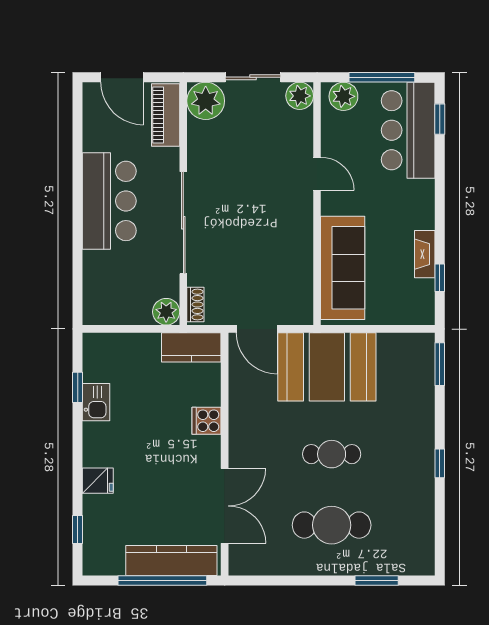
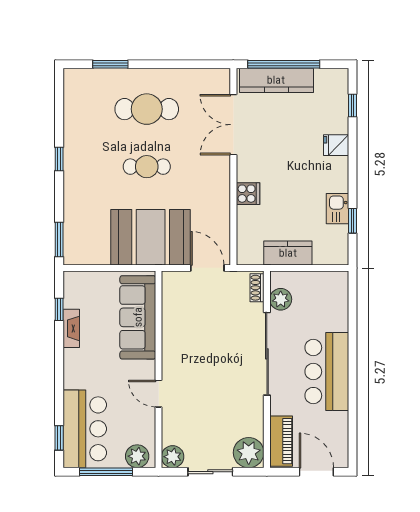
plant: (166, 312) -> (281, 299), moved
kitchen counter: (191, 347) -> (288, 253), moved

